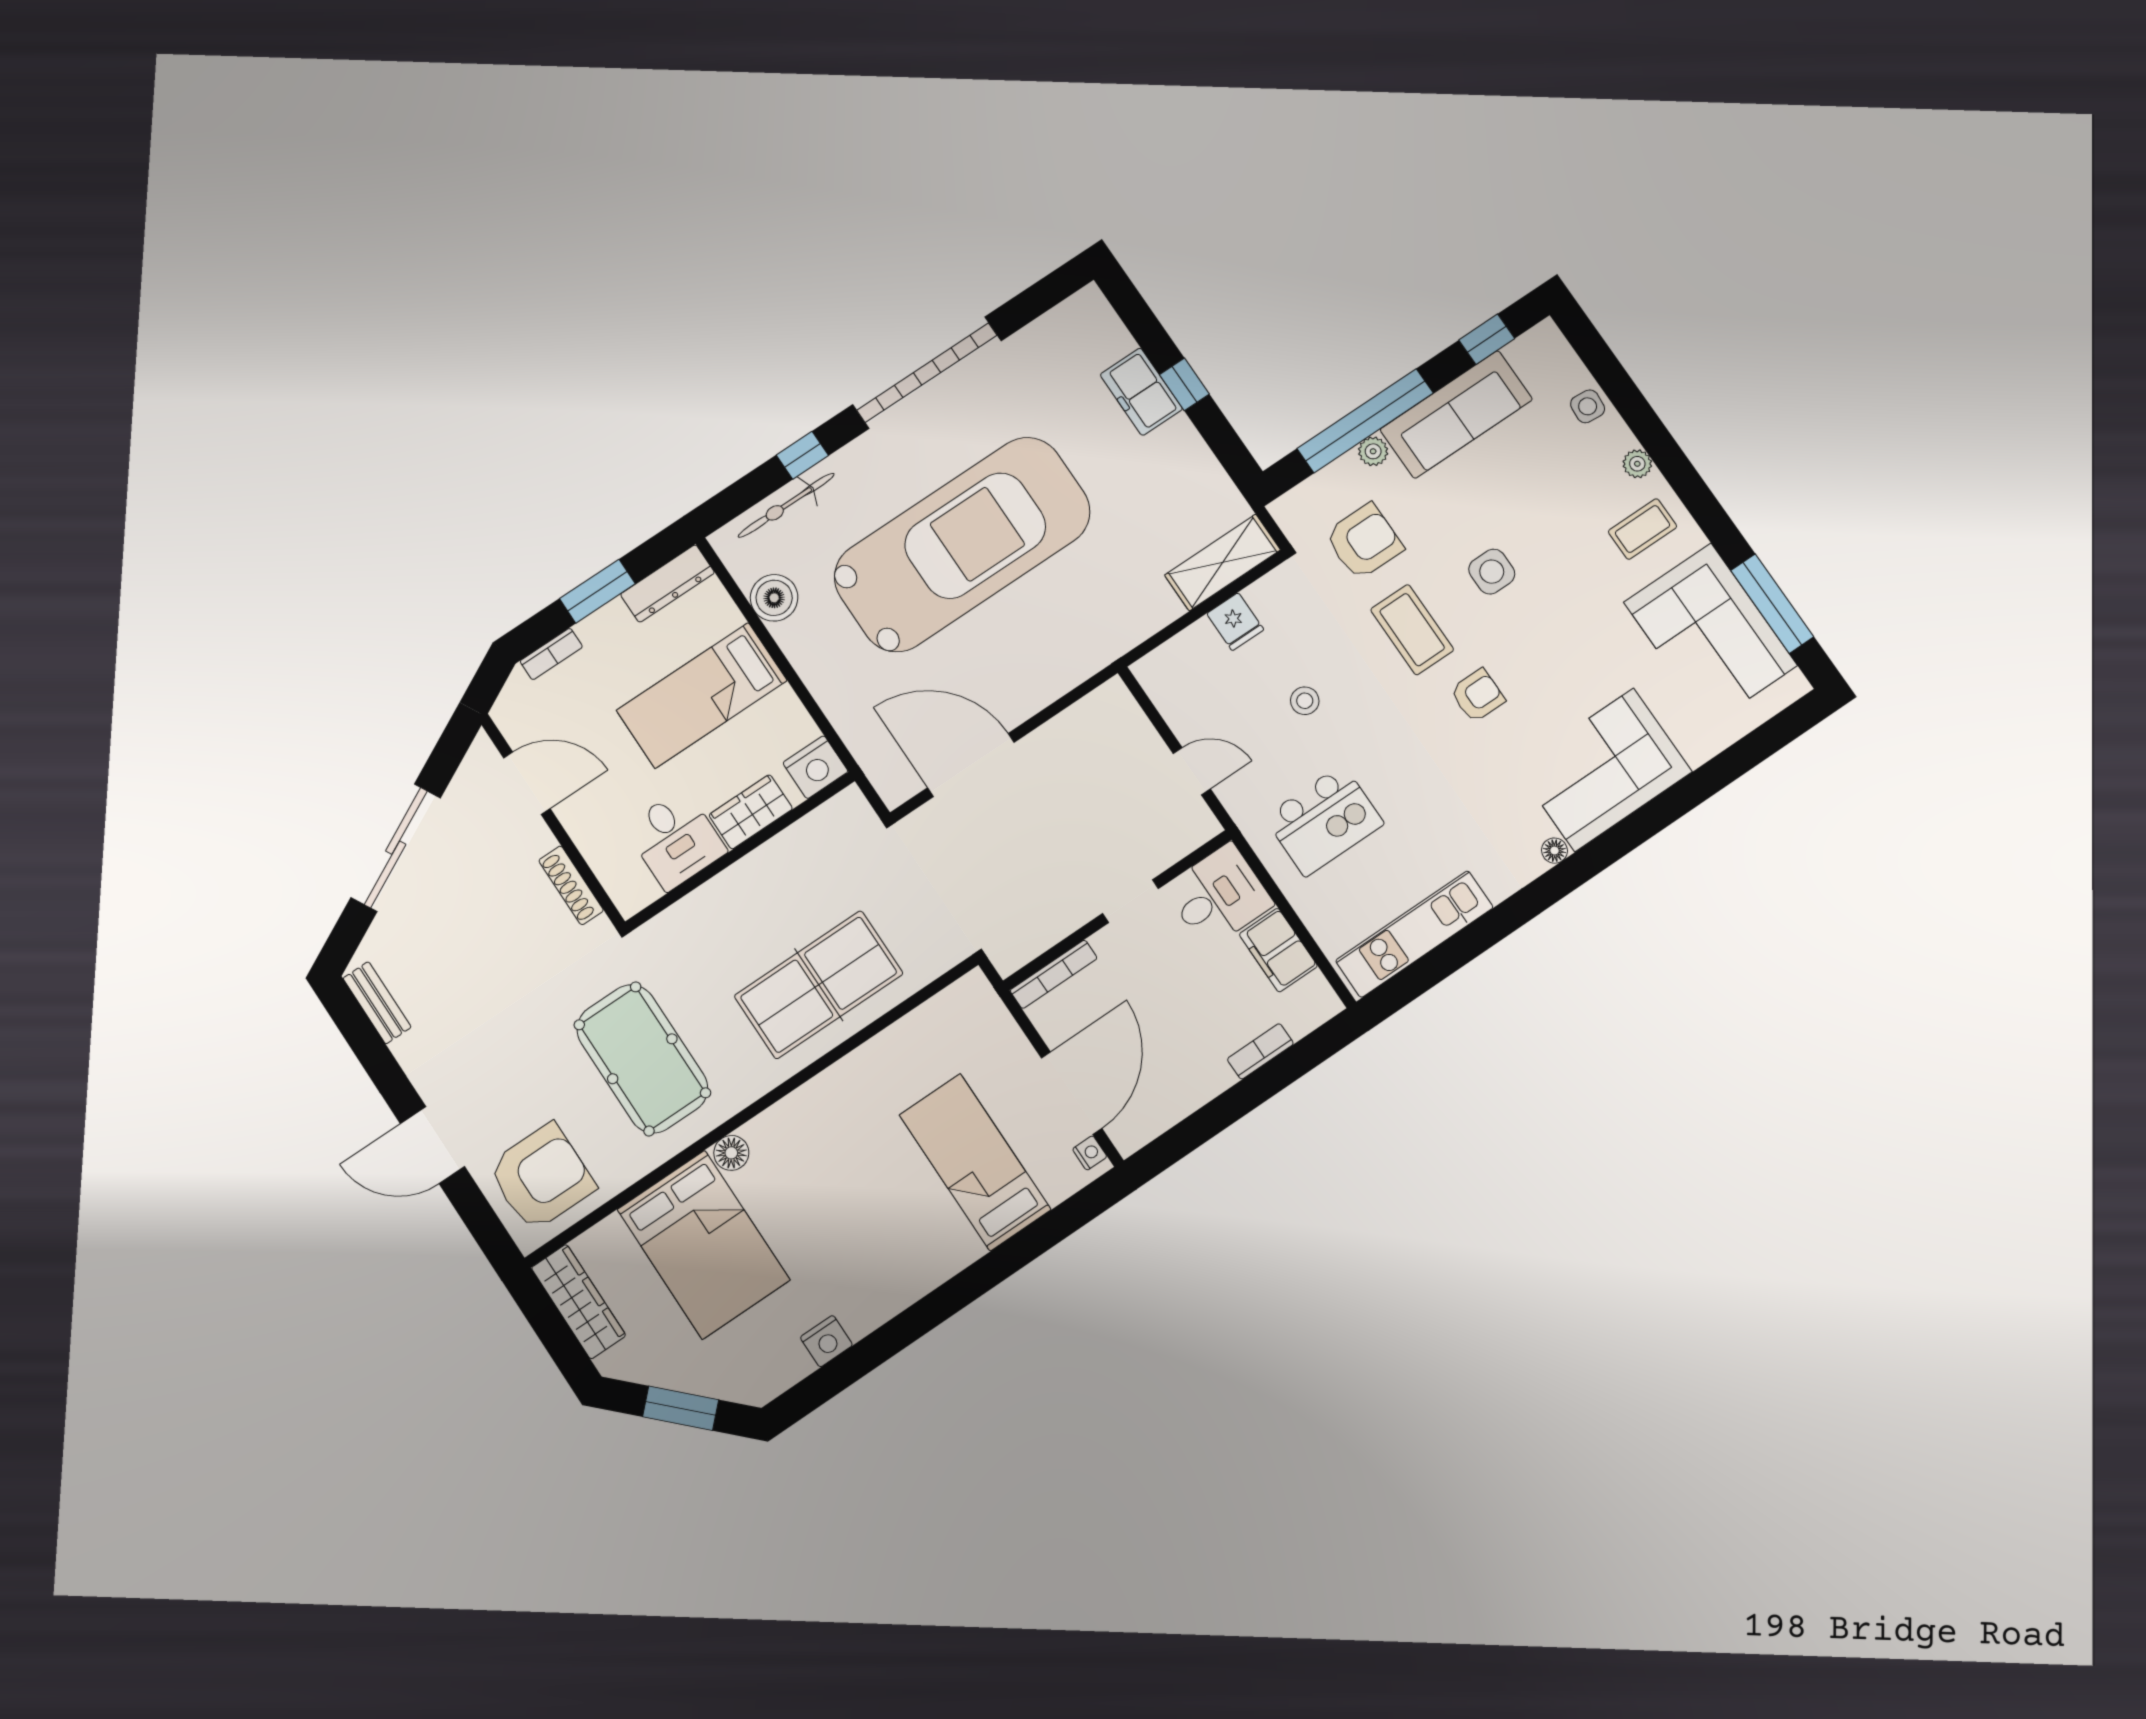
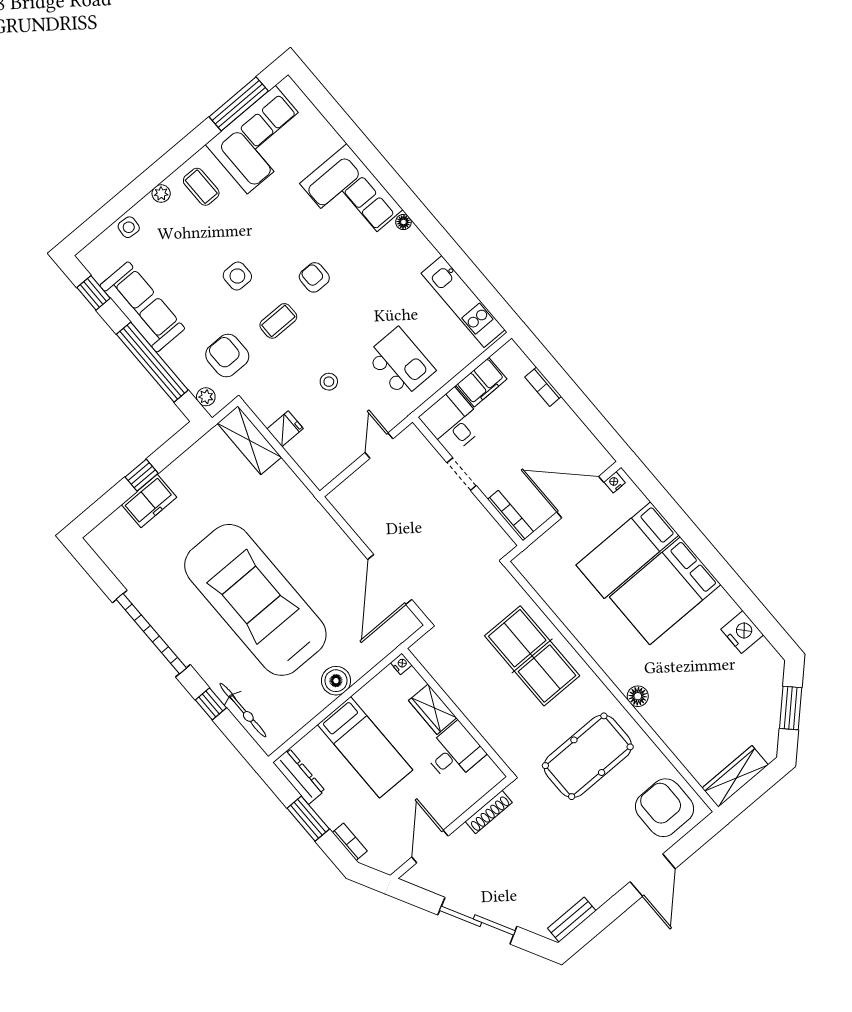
plant: (1373, 451) -> (206, 397), moved
boiler: (774, 598) -> (336, 681), moved
coffee table: (1412, 630) -> (278, 321), width x0.73, depth x0.77
nightstand: (815, 767) -> (401, 664), width x0.53, depth x0.56
bed: (704, 1245) -> (665, 591), moved, turned 180
nightstand: (826, 1341) -> (742, 632), width x1.36, depth x1.33

